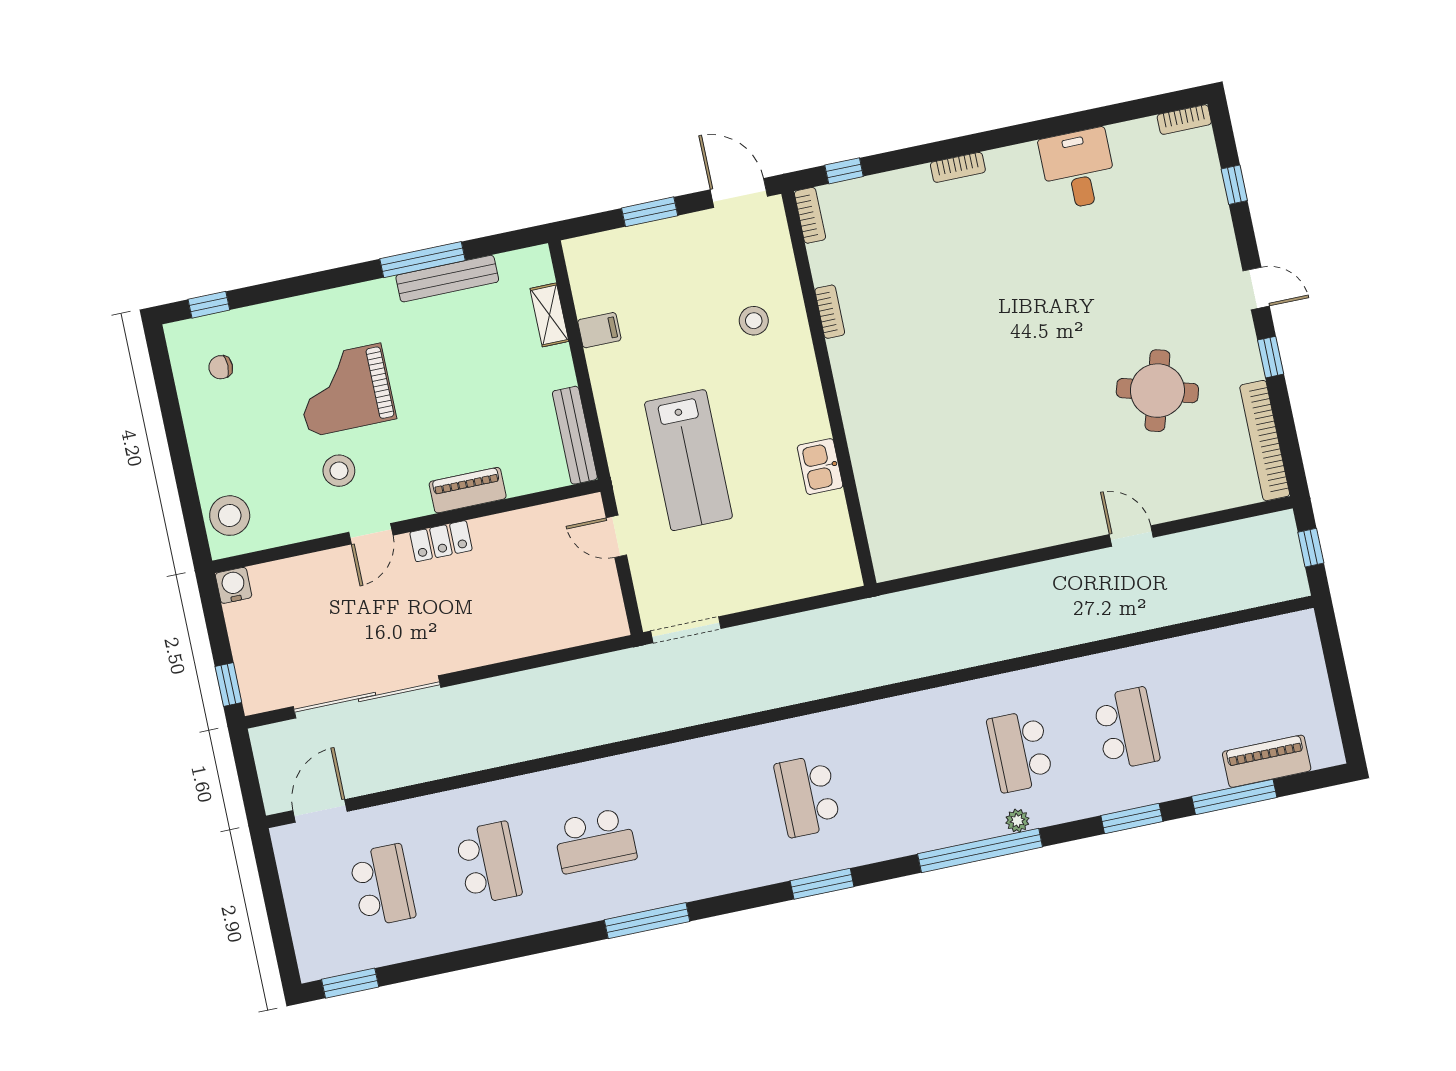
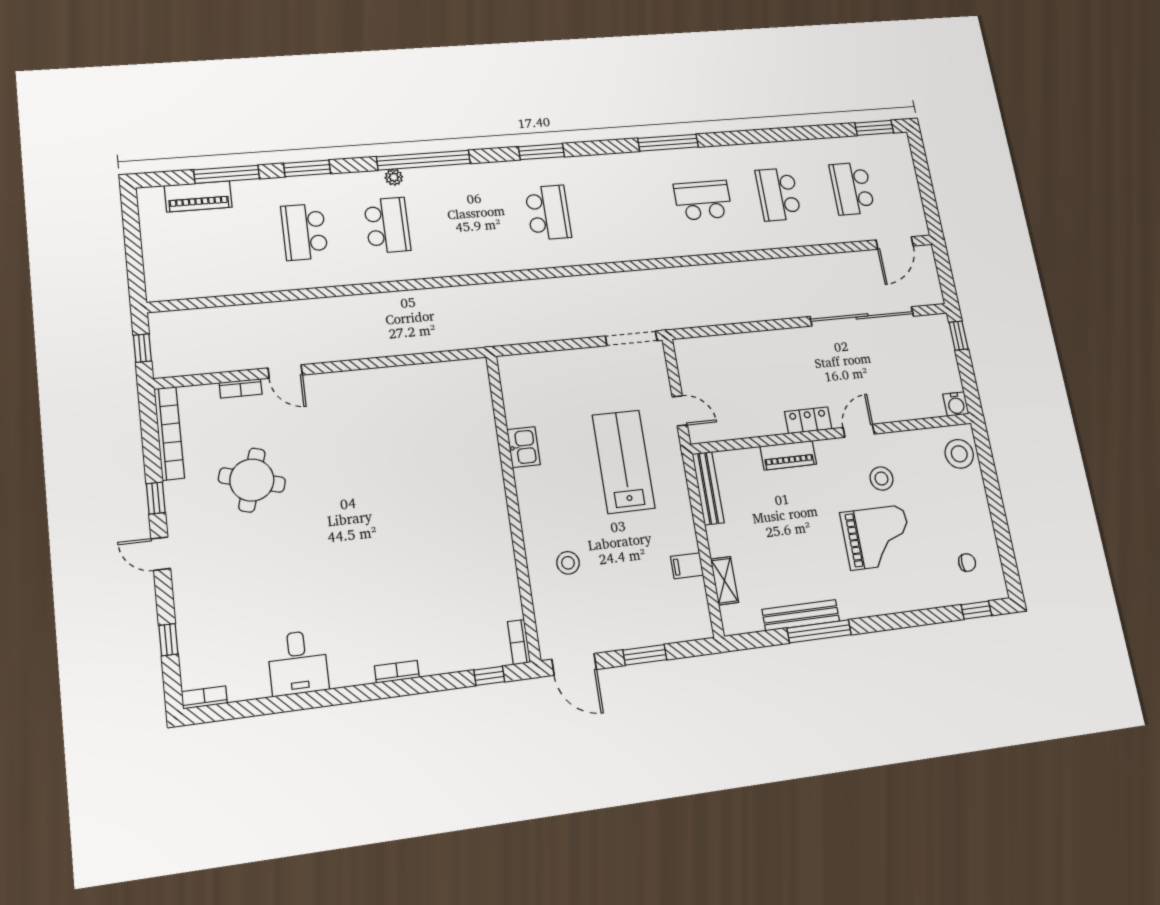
bookcase: (830, 312) -> (241, 388), moved, turned -90

